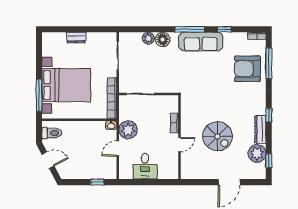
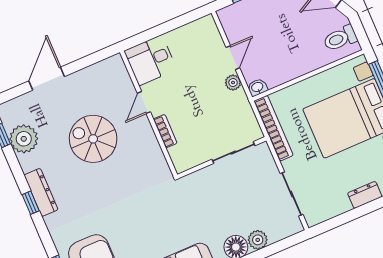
dresser: (260, 129) -> (41, 192), moved
plant: (128, 130) -> (233, 83), width x0.53, depth x0.53
desk: (145, 166) -> (150, 60), moved, turned -90

